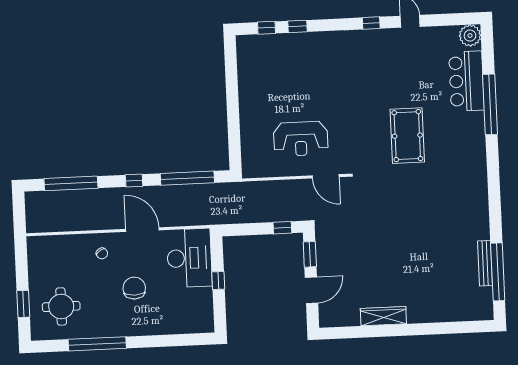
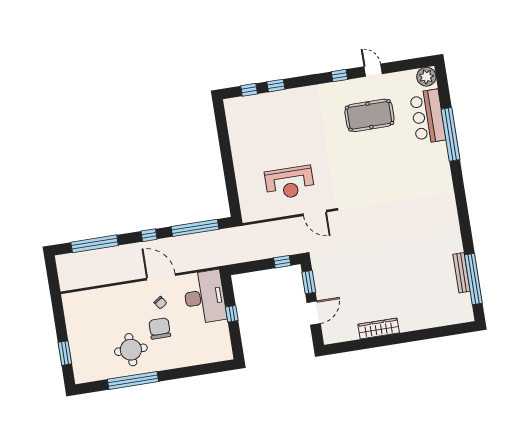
pool table: (407, 136) -> (369, 115), moved, turned 90
chair: (102, 253) -> (160, 303), moved
round table: (61, 306) -> (131, 350), moved

